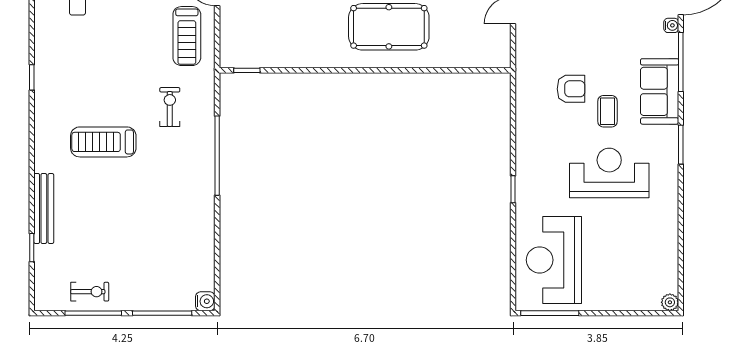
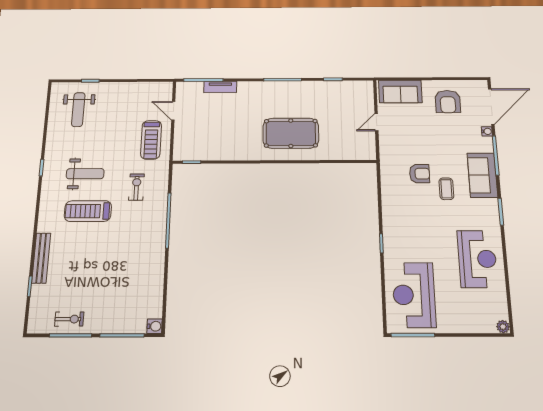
weight bench: (95, 87) -> (85, 174), added
reception desk: (609, 173) -> (477, 259), moved, turned 90

